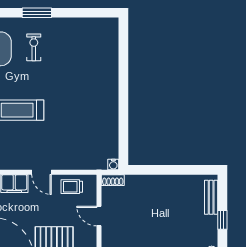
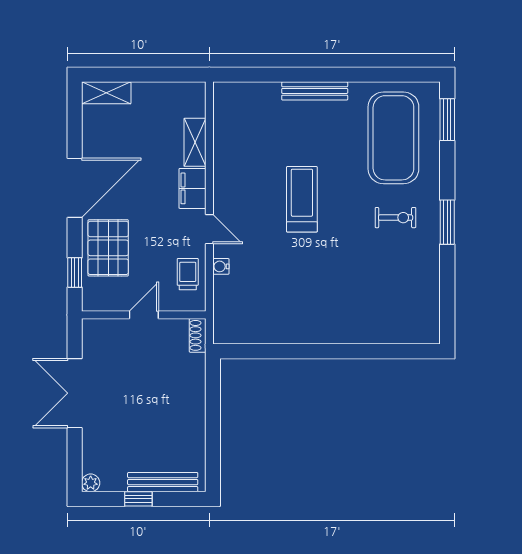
water cooler: (113, 164) -> (221, 266), moved
door: (41, 172) -> (209, 229), swing flipped
bench: (211, 197) -> (163, 482), width x1.36

